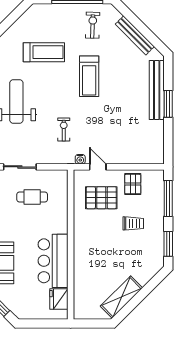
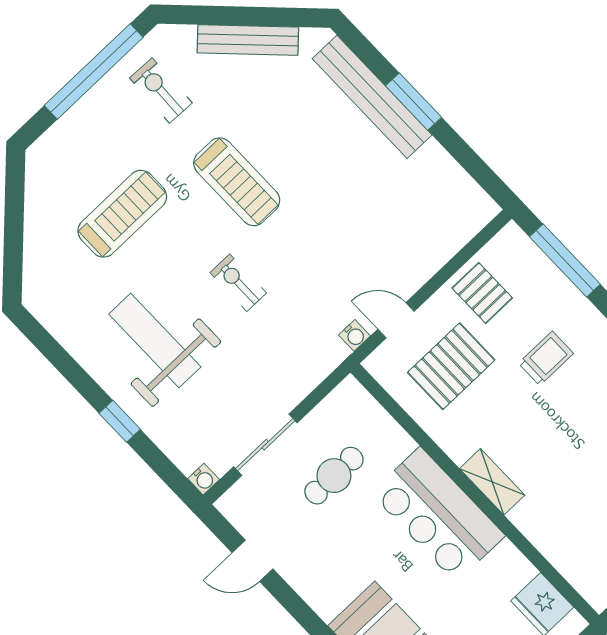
exercise bike: (64, 129) -> (238, 283), moved
shelving: (80, 246) -> (492, 482), added
bar counter: (53, 261) -> (438, 514), moved

